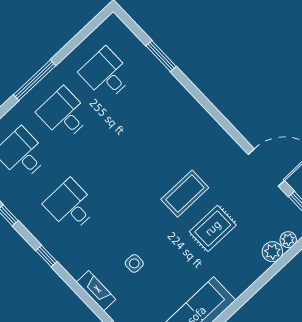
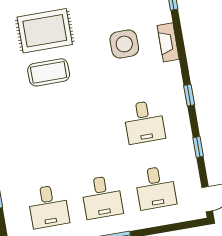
rug: (213, 228) -> (45, 31), width x1.36, depth x1.43
side table: (134, 263) -> (124, 44), width x1.87, depth x1.87

